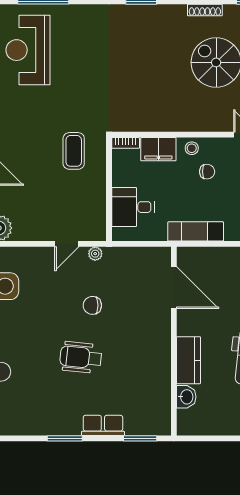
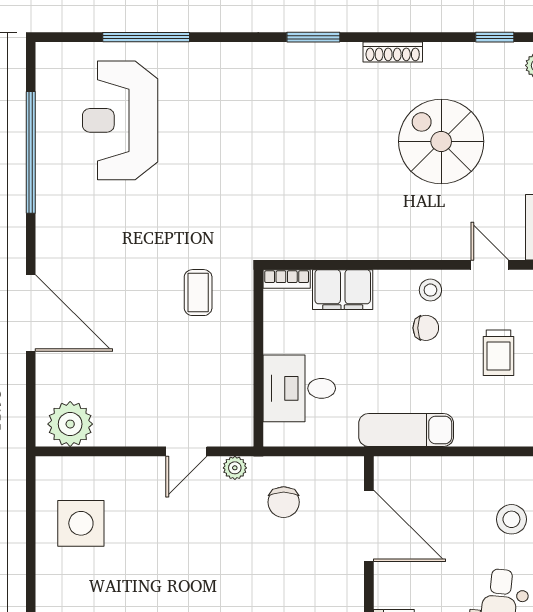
shoe rack: (205, 10) -> (393, 52), moved
stool: (192, 148) -> (430, 290), moved
coffee table: (74, 151) -> (198, 293), width x0.73, depth x0.77
chair: (92, 305) -> (284, 502), moved, turned -90

